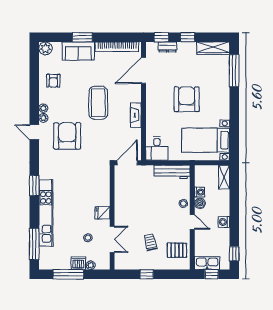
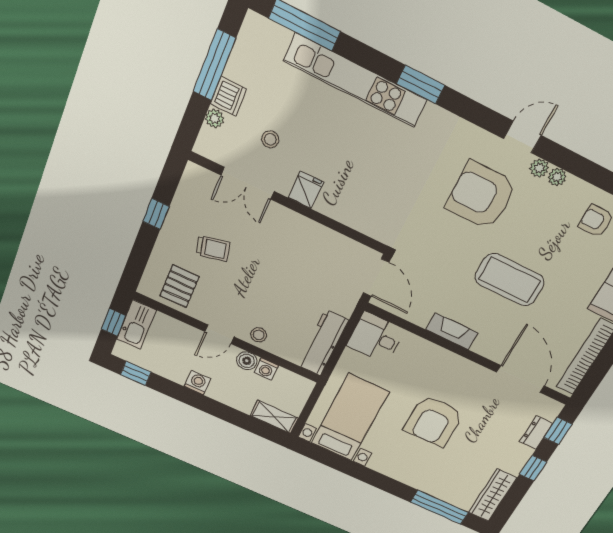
armchair: (187, 99) -> (433, 421), turned 90
armchair: (67, 136) -> (481, 196), turned 180

